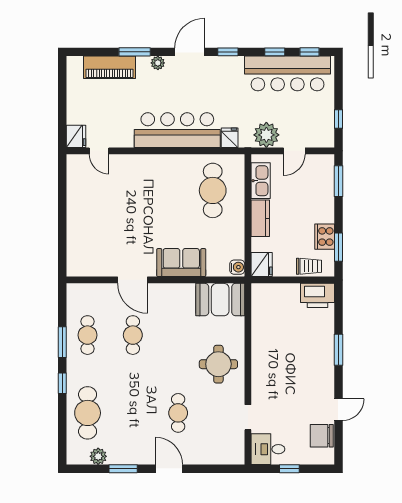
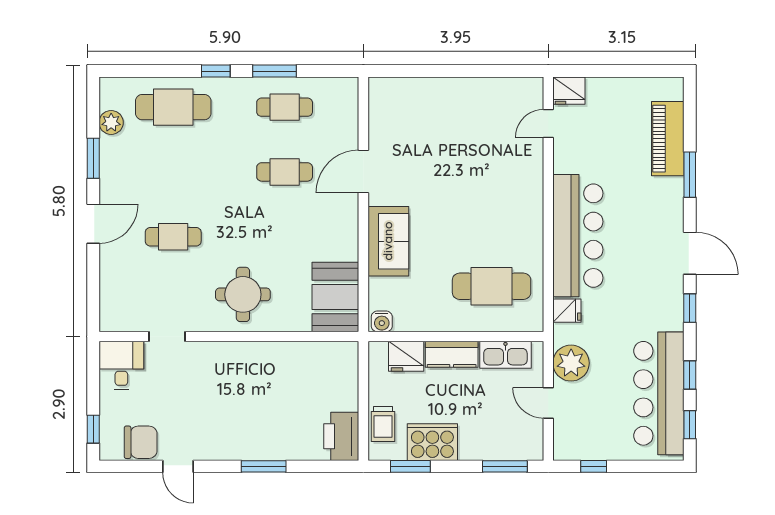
plant: (158, 63) -> (674, 208), removed
cooker: (325, 237) -> (432, 442), width x1.37, depth x1.31
fridge: (262, 264) -> (406, 356), moved
chair: (322, 436) -> (141, 442), turned 90
window: (289, 469) -> (93, 429), moved

